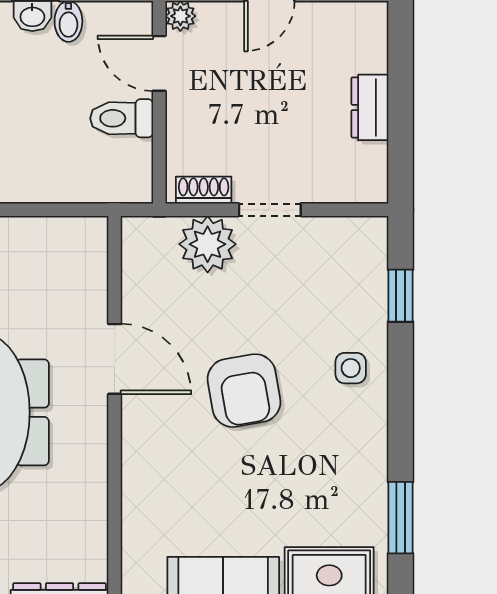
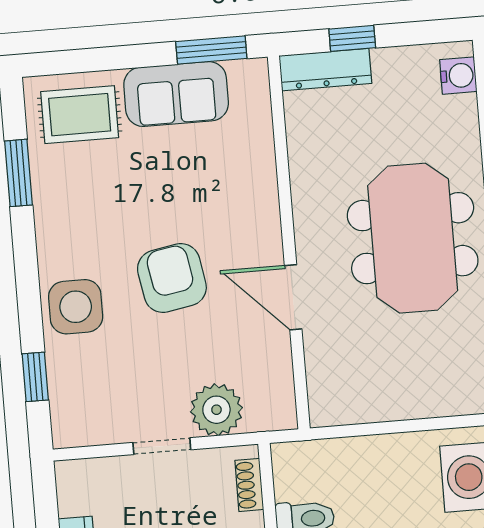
shoe rack: (204, 190) -> (249, 485), moved, turned 90
side table: (351, 368) -> (76, 307), width x1.87, depth x1.87

